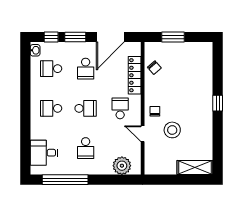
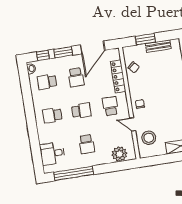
bench: (187, 48) -> (158, 46), added
stool: (172, 130) -> (149, 138), moved

